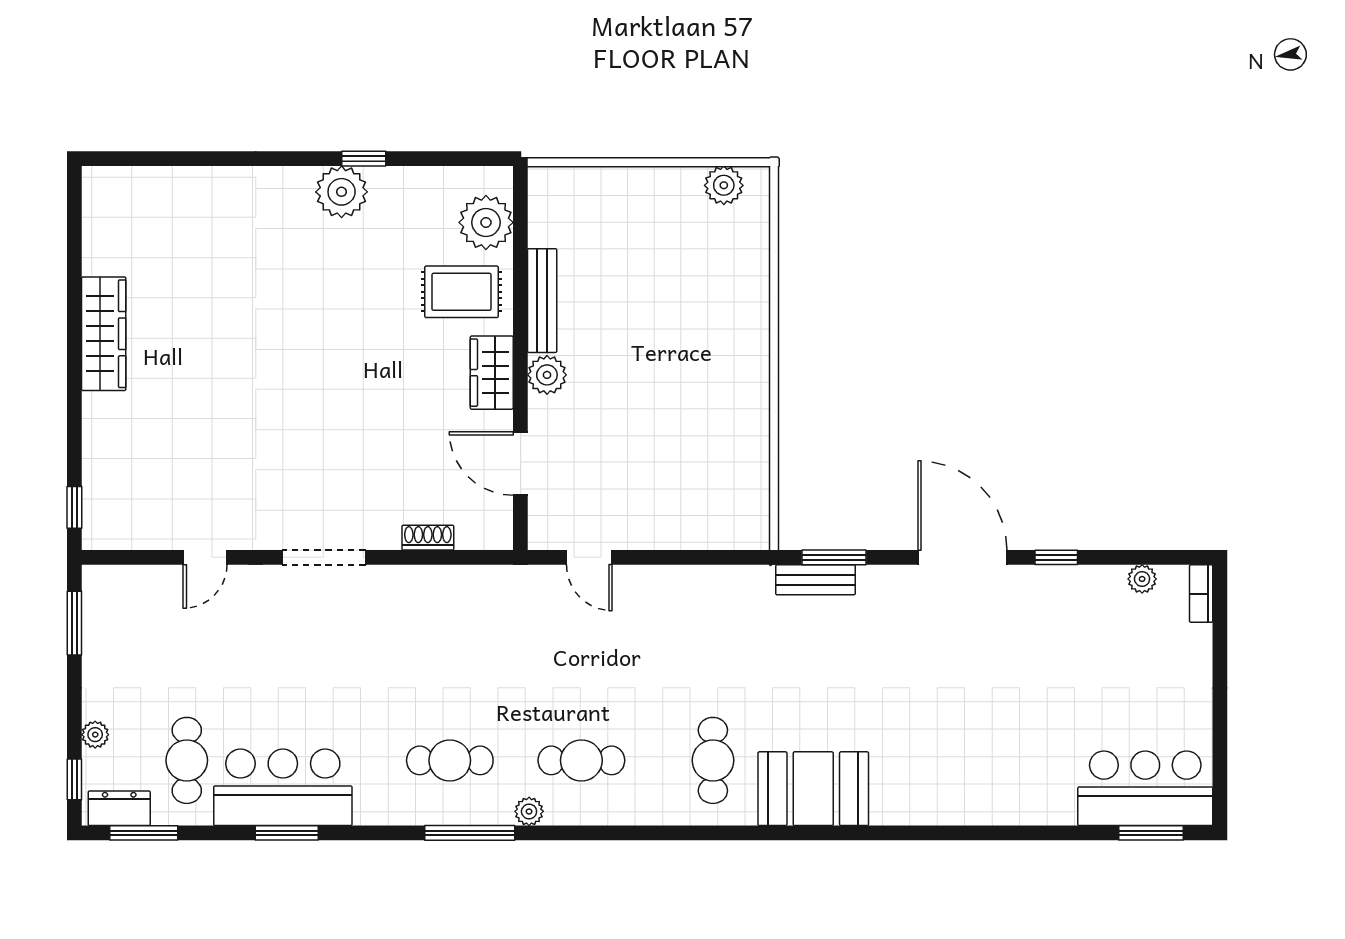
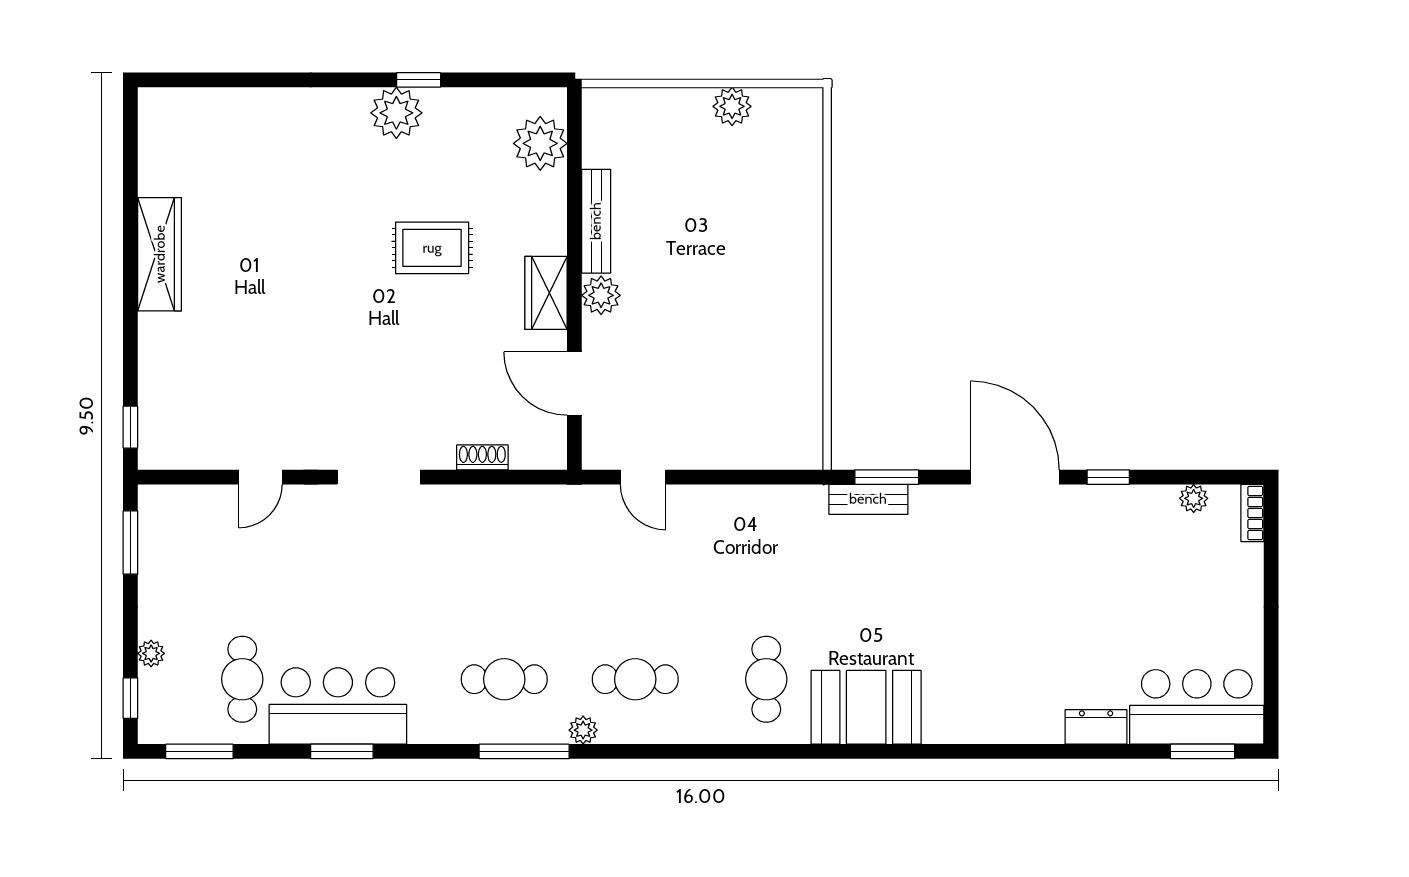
plant: (724, 185) -> (732, 106), moved
rug: (462, 292) -> (432, 248), moved
dresser: (119, 808) -> (1096, 727), moved

